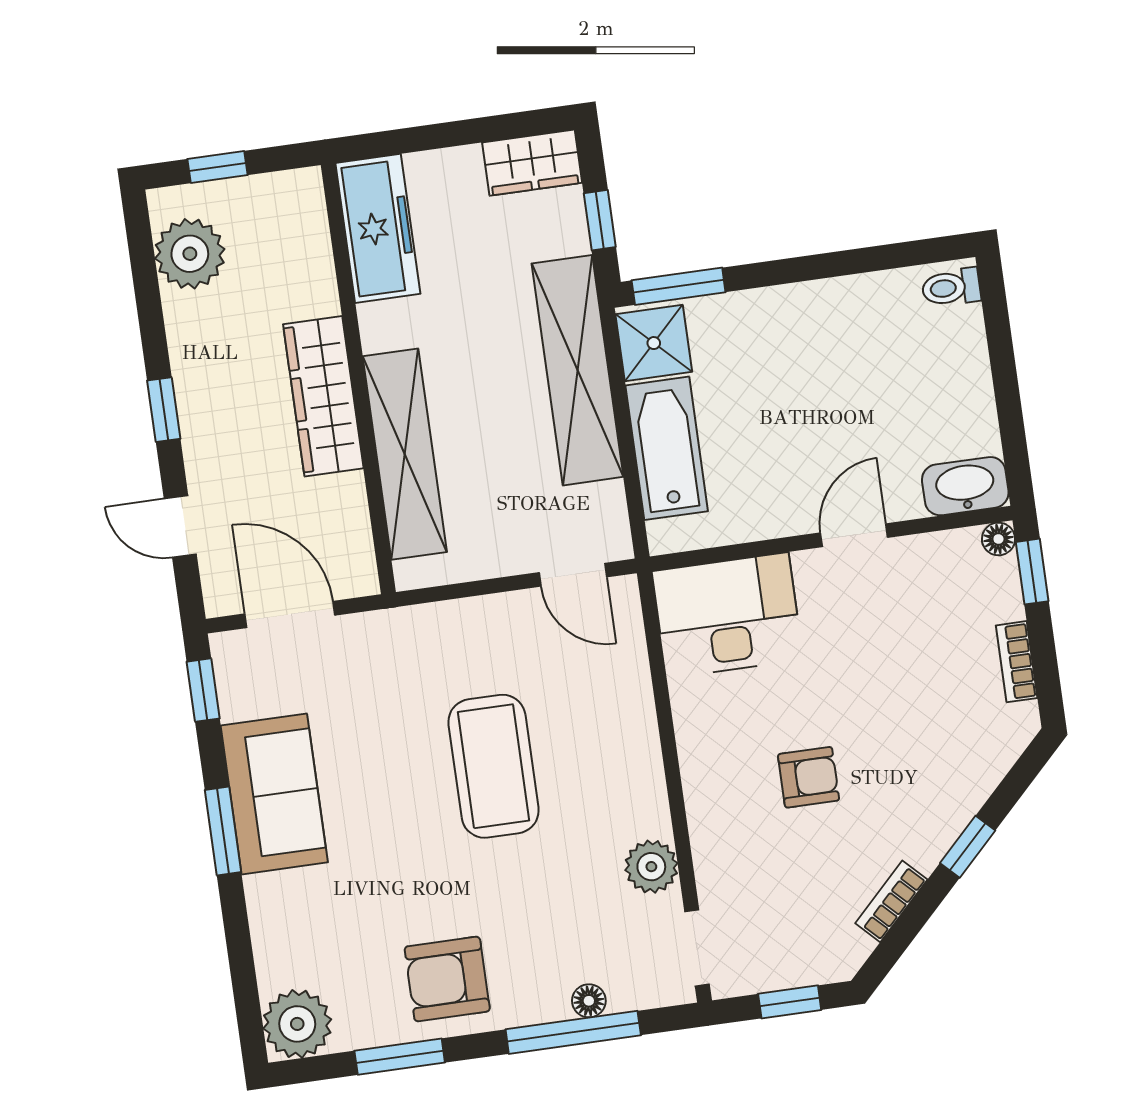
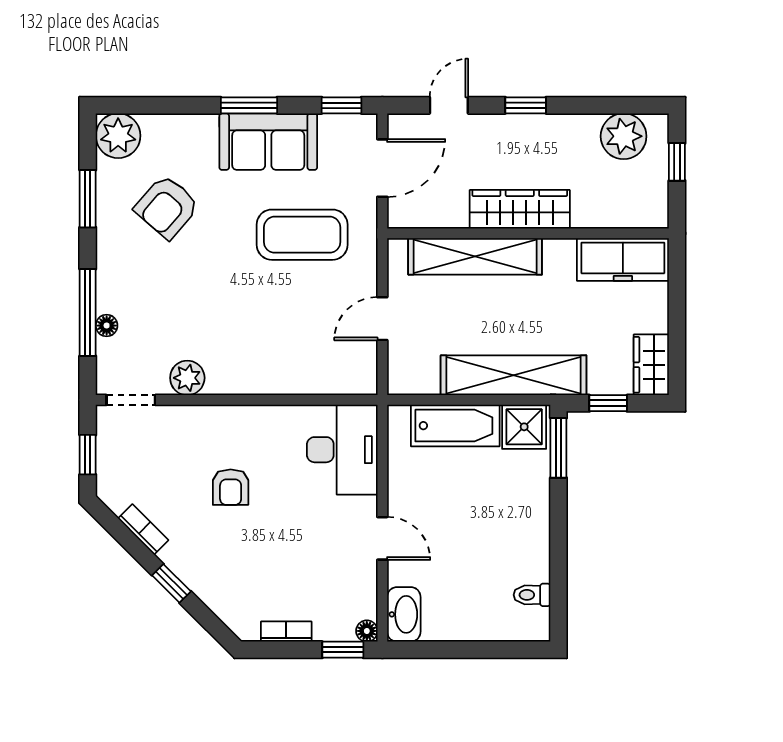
toilet: (951, 287) -> (532, 595), moved, turned -90
door: (573, 575) -> (382, 319), moved
coffee table: (494, 766) -> (302, 235), moved
armchair: (447, 979) -> (167, 207), moved, turned -139

